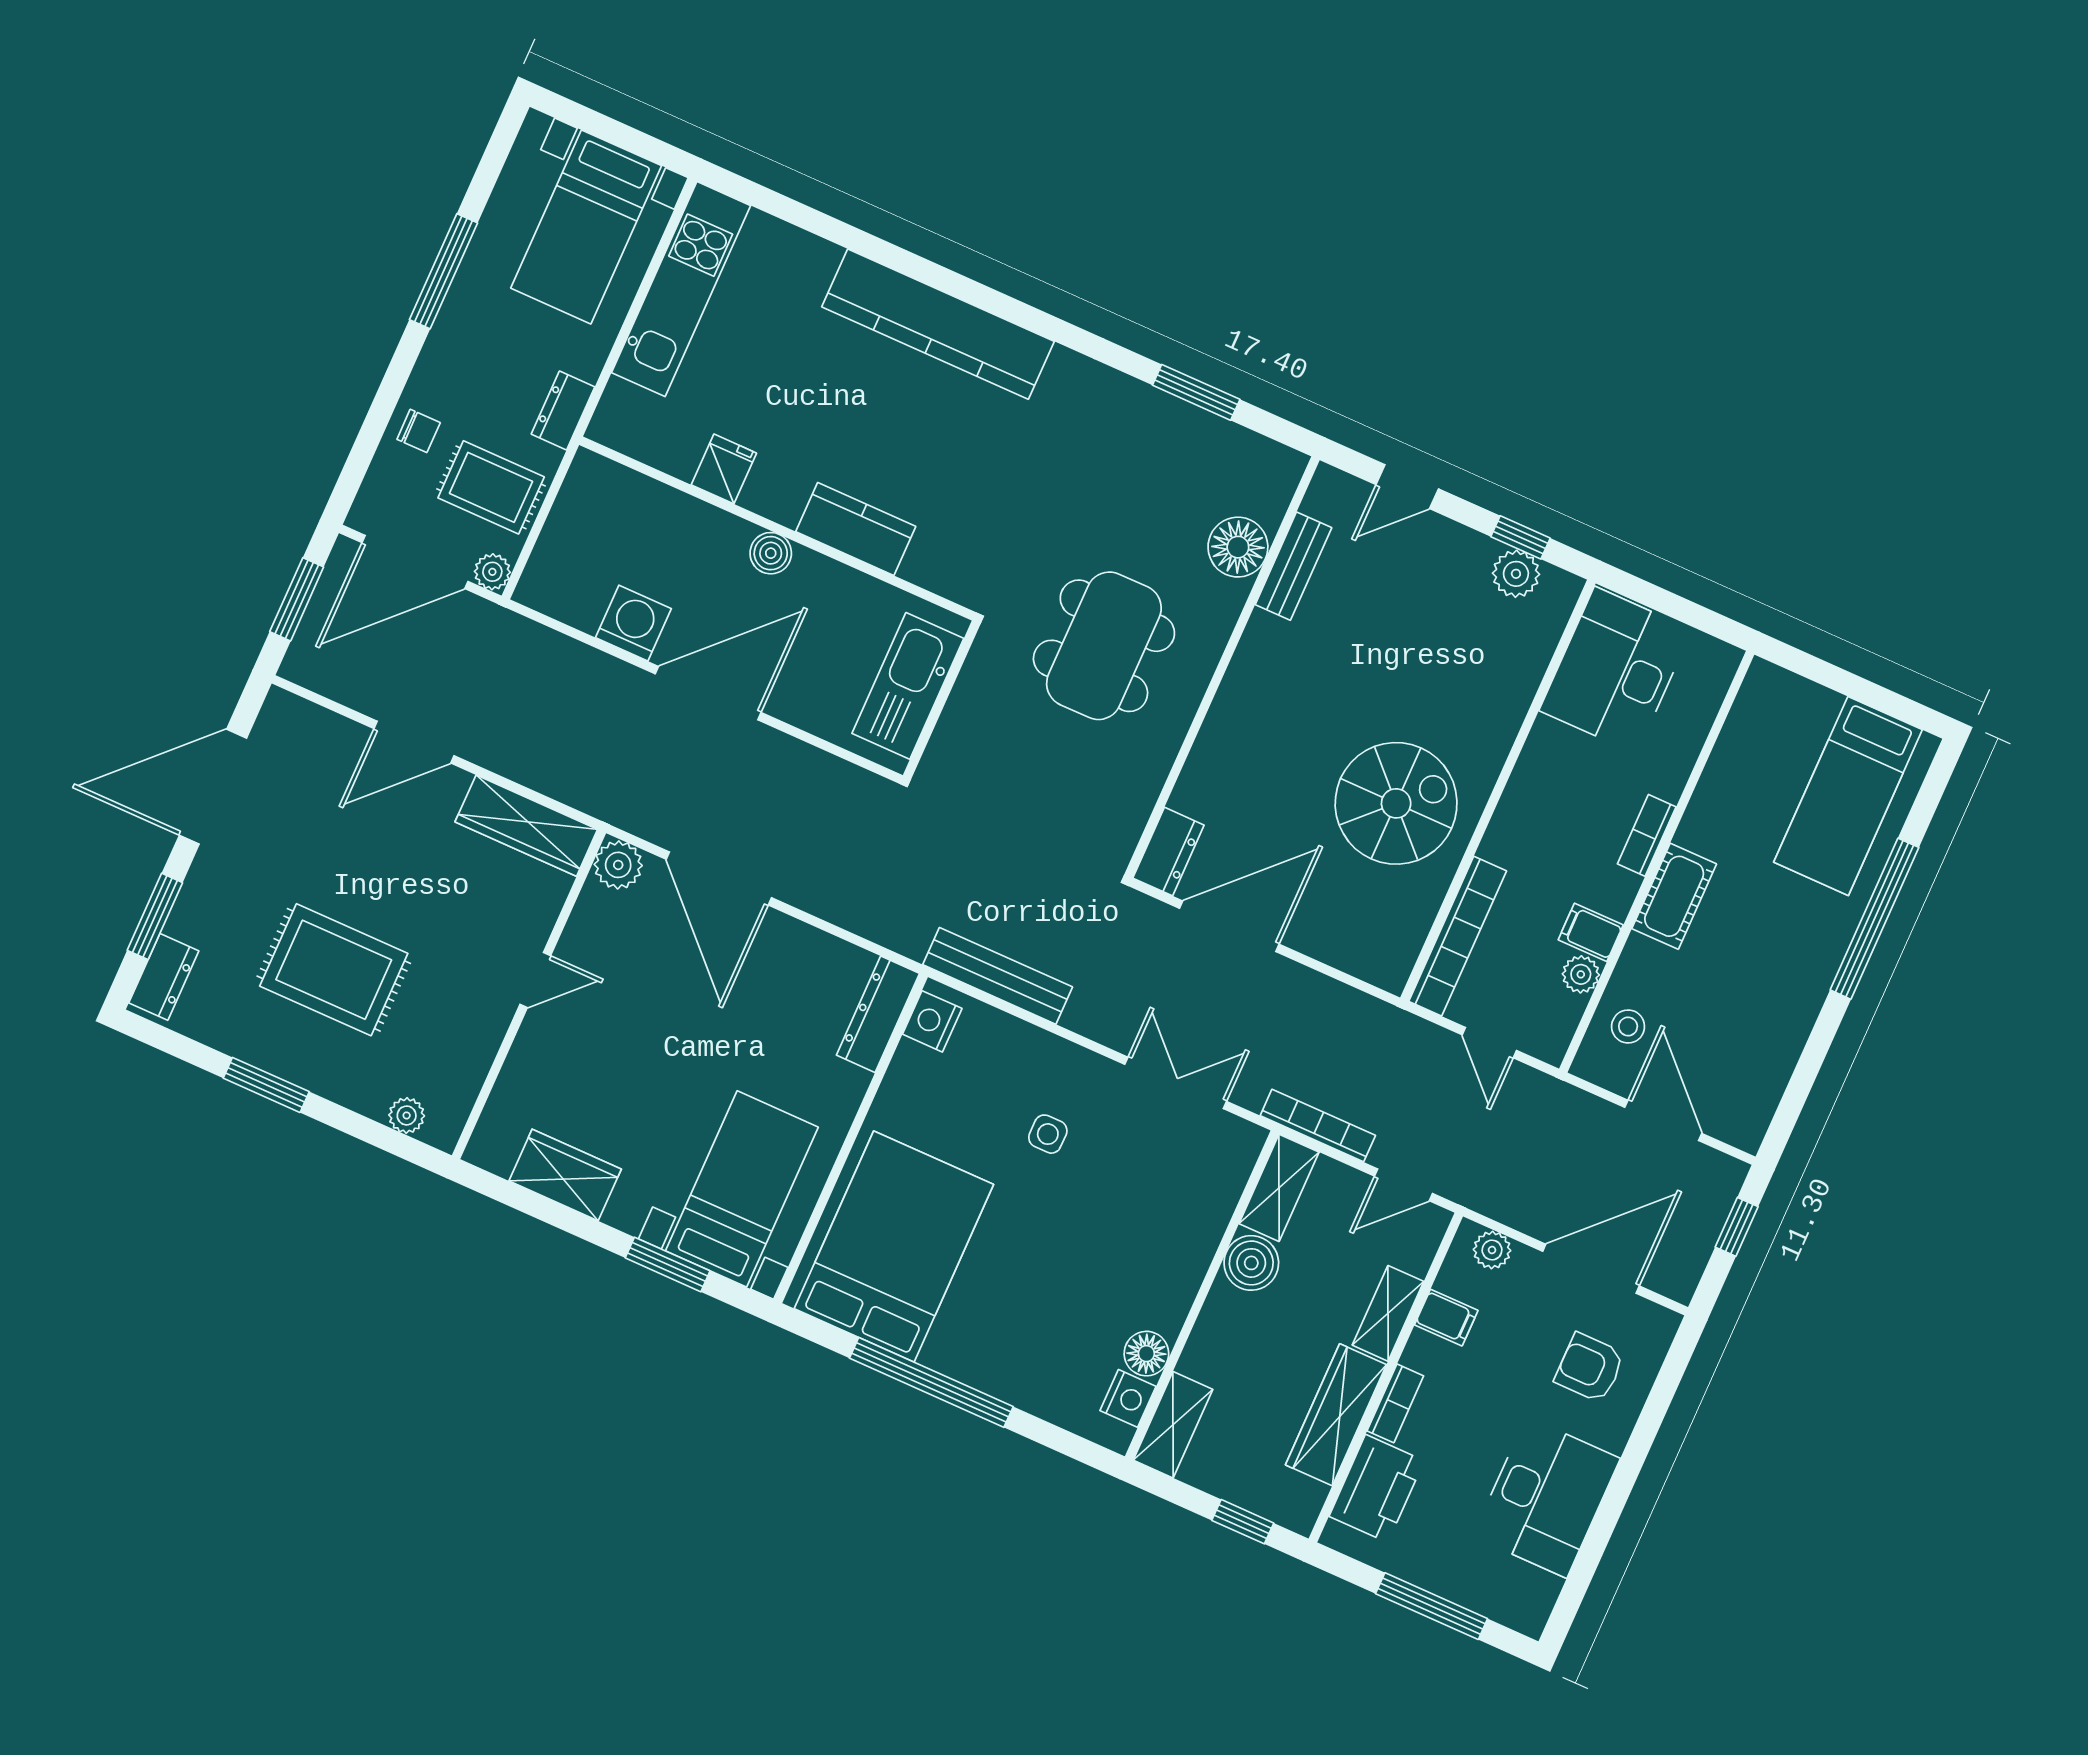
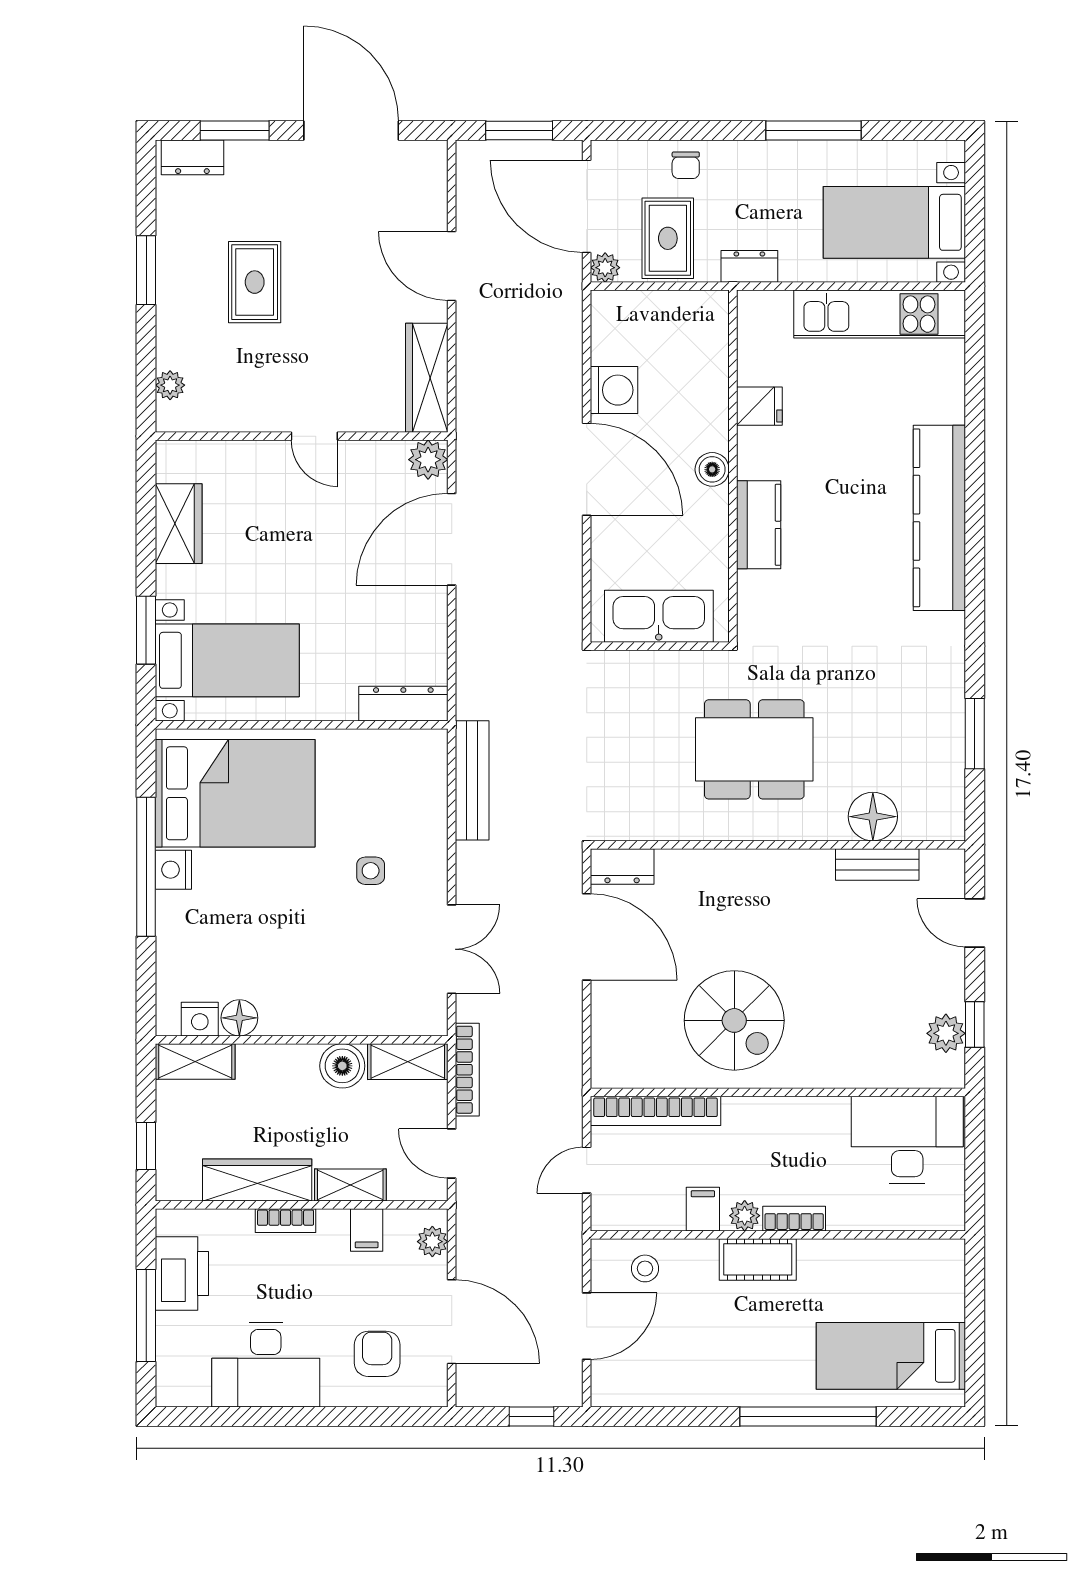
rug: (334, 970) -> (255, 282), width x0.73, depth x0.70
plant: (1581, 974) -> (745, 1216), moved
nightstand: (932, 1021) -> (173, 870), moved, turned -90
printer: (1377, 1488) -> (182, 1274), moved, turned -90

